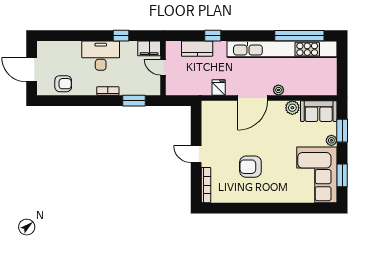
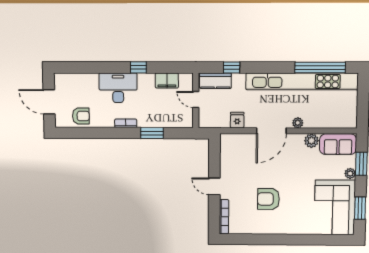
door: (163, 67) -> (196, 100), moved
wall: (163, 68) -> (196, 101), moved

